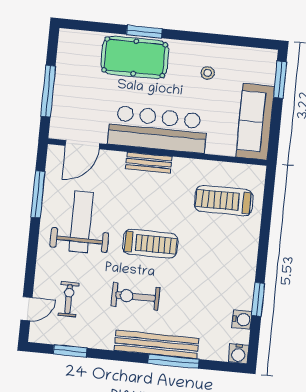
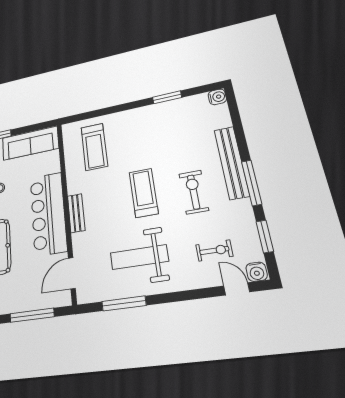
door: (82, 145) -> (72, 273), swing flipped
exercise bike: (136, 297) -> (194, 192), turned 180
exercise bike: (69, 299) -> (214, 251), turned 180
water cooler: (242, 319) -> (257, 272), moved, turned 180
window: (174, 361) -> (252, 183), moved

